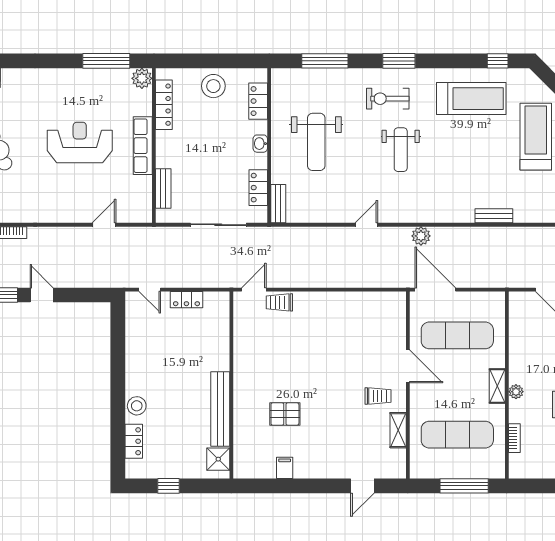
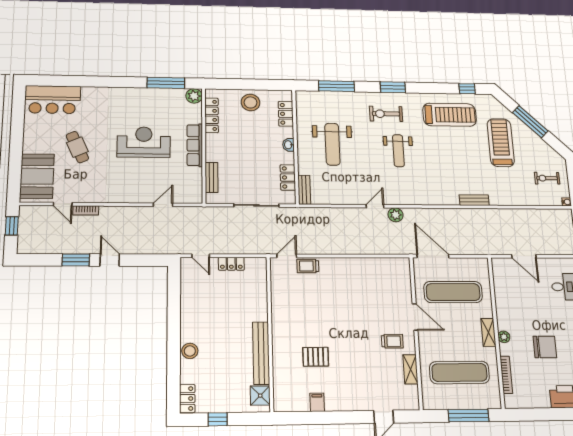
plant: (421, 236) -> (396, 215), moved
bookcase: (514, 438) -> (506, 375), width x1.56
locker: (134, 441) -> (187, 399), moved

